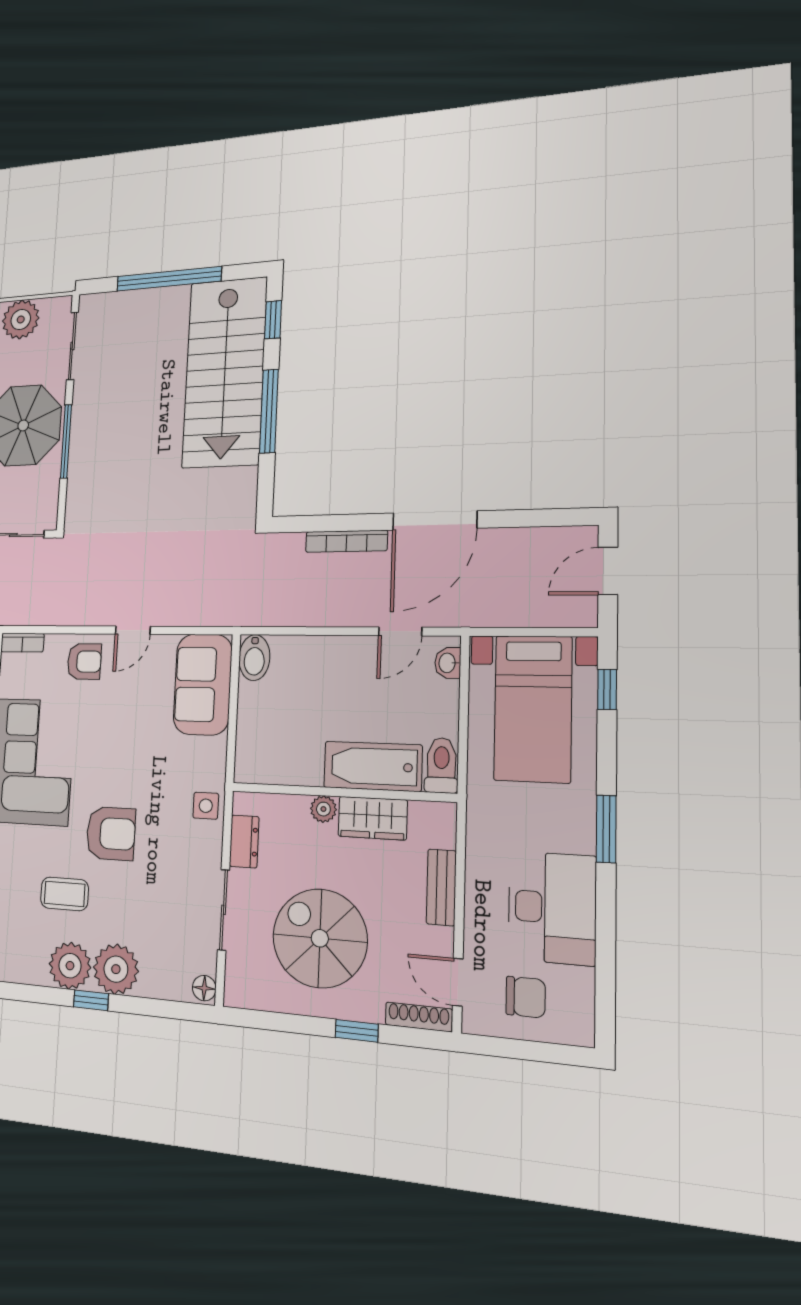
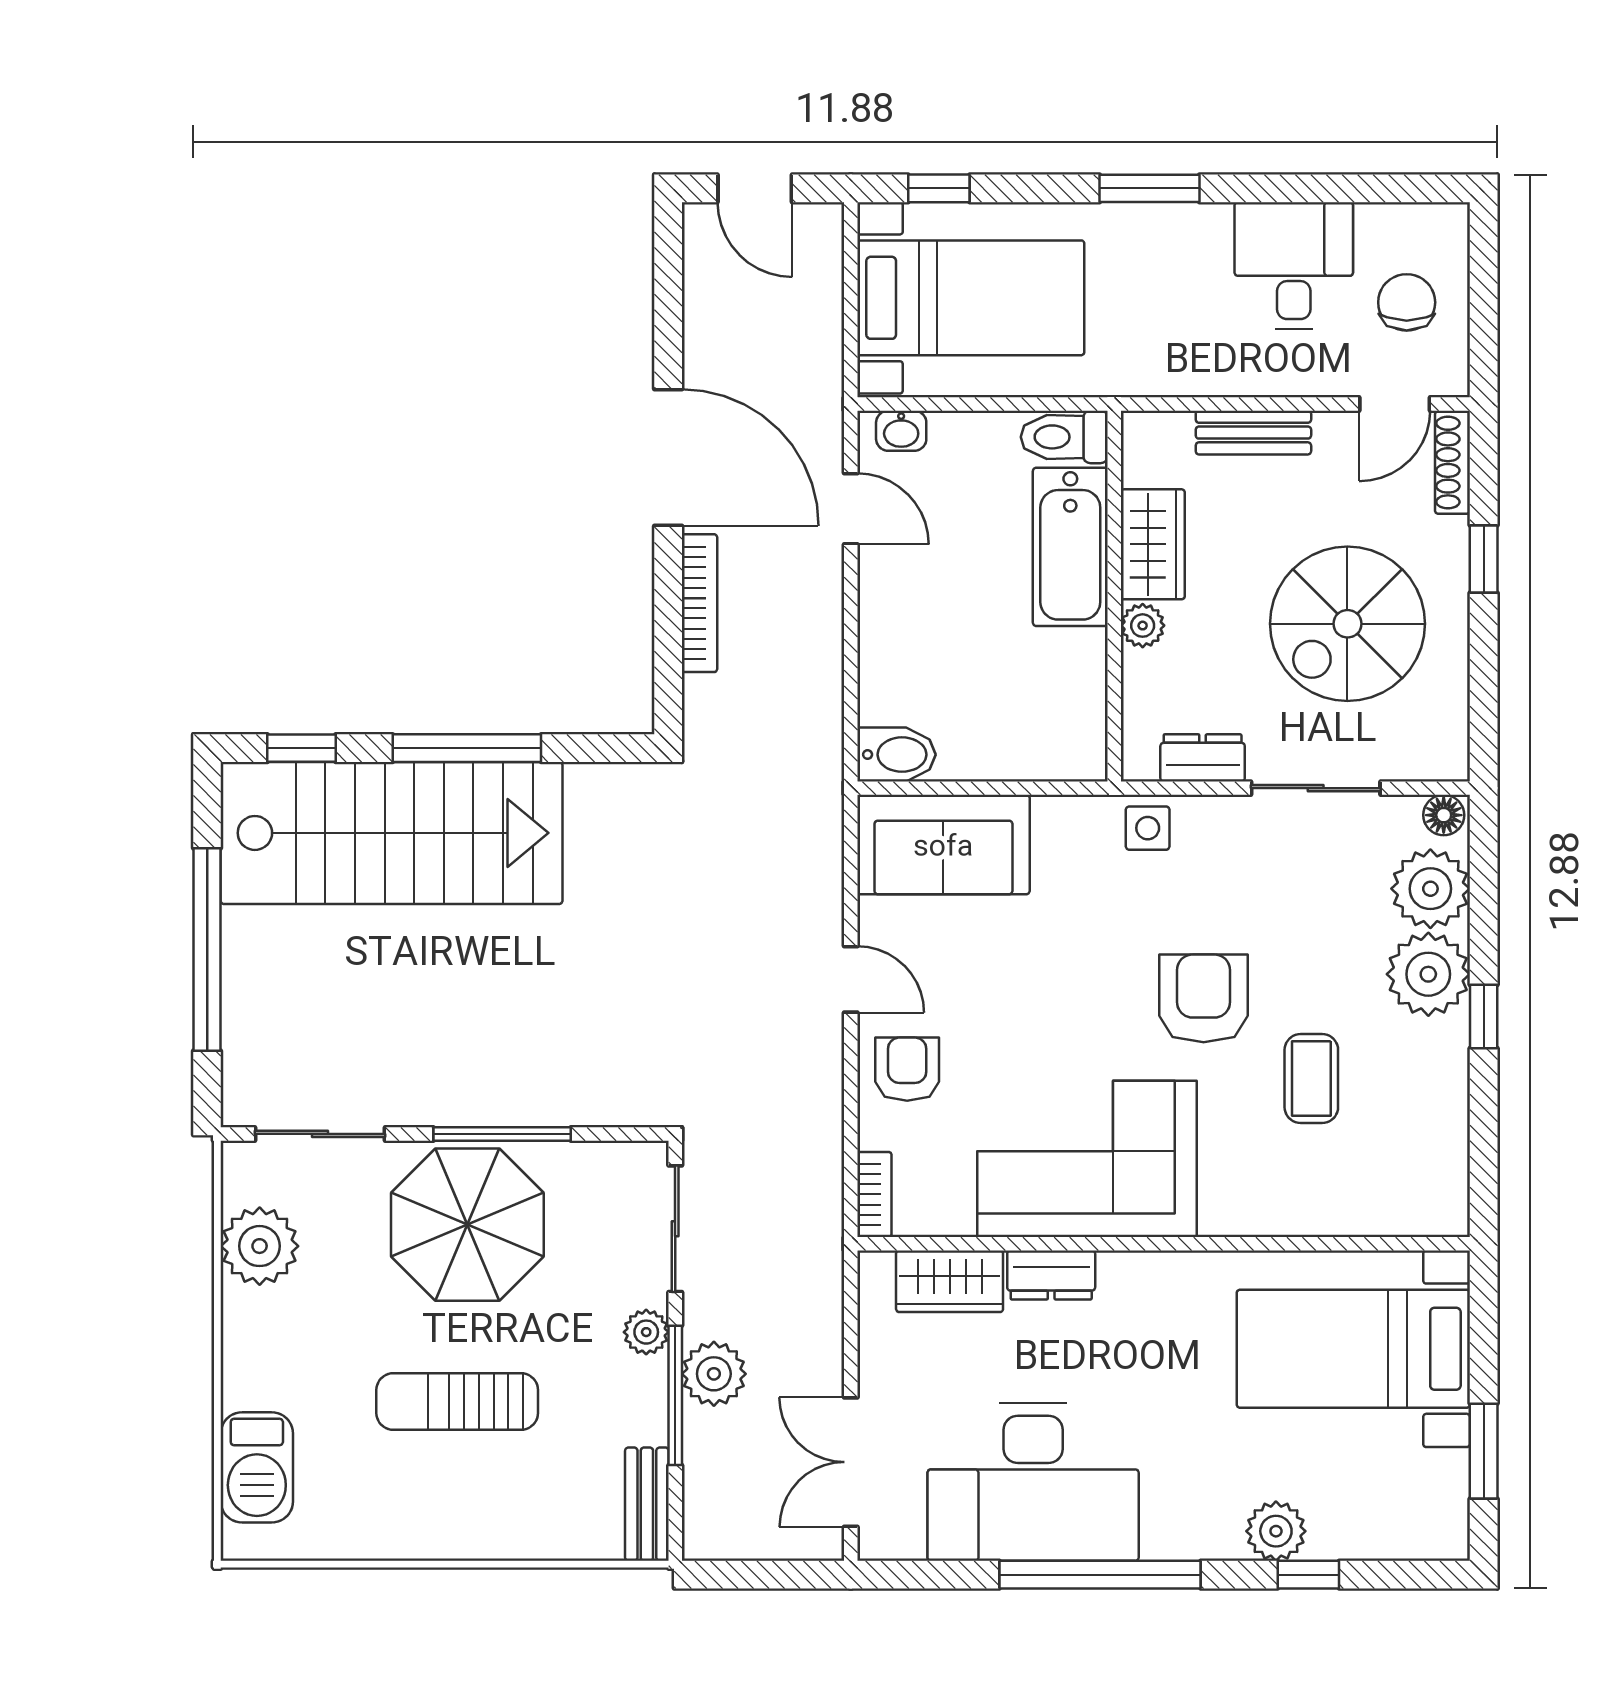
desk: (552, 908) -> (1294, 266), width x0.73
plant: (70, 966) -> (1430, 889), moved

